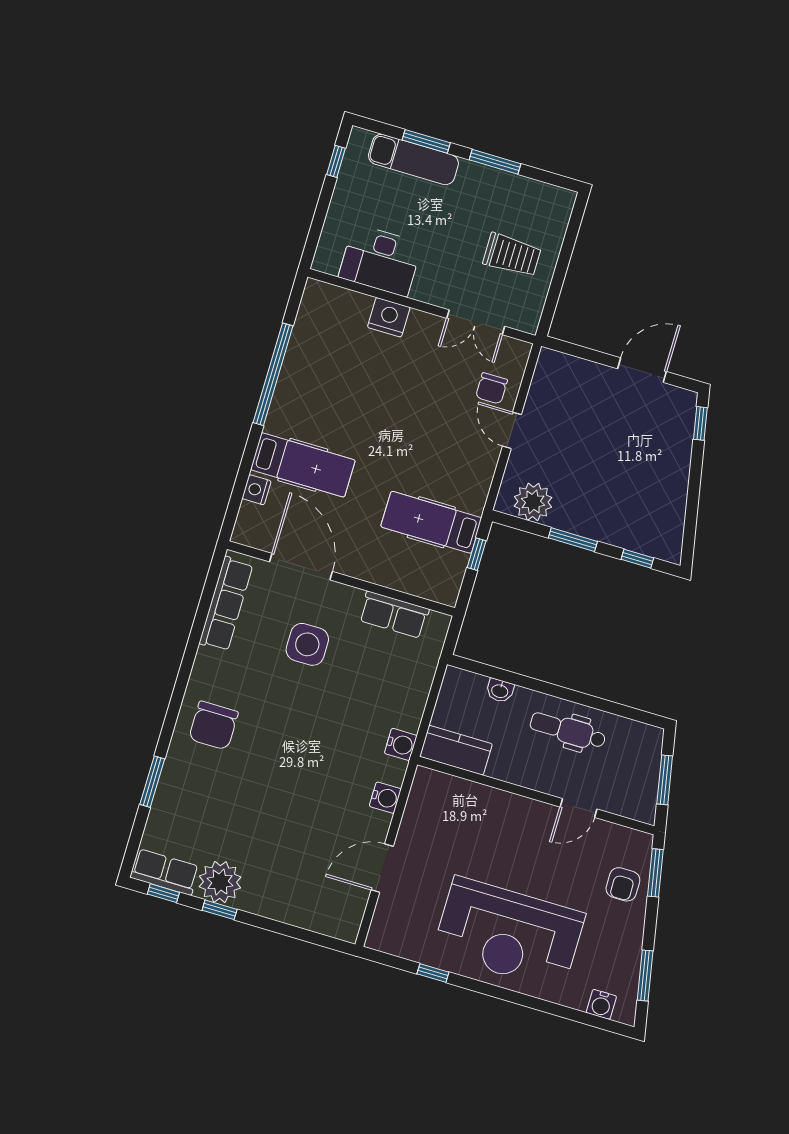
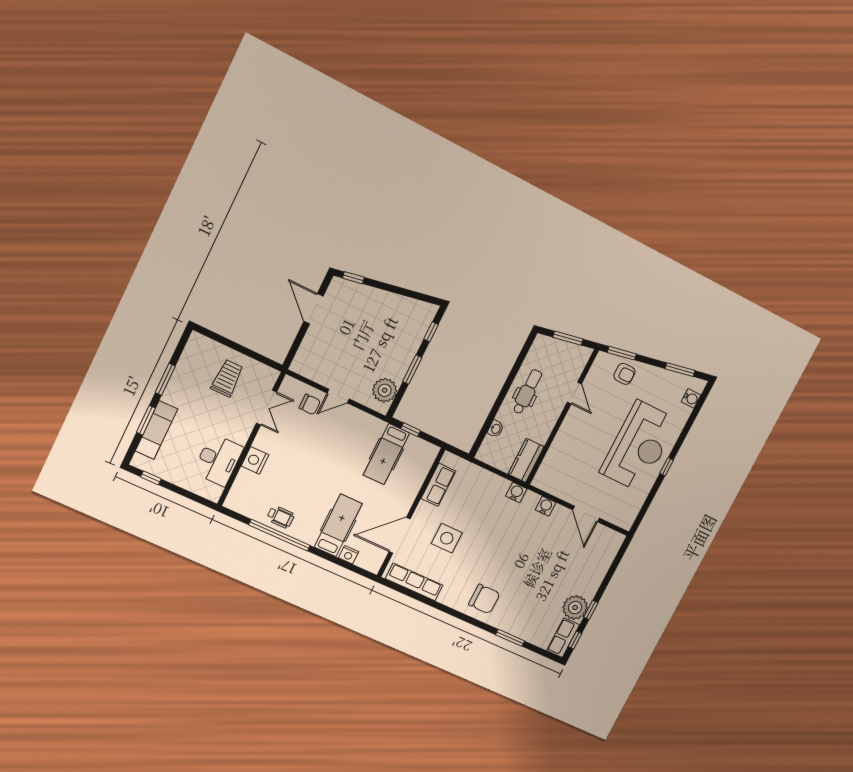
wheelchair: (303, 371) -> (280, 517), added
dental chair: (568, 731) -> (527, 392), turned 180
window: (433, 973) -> (667, 467), moved

